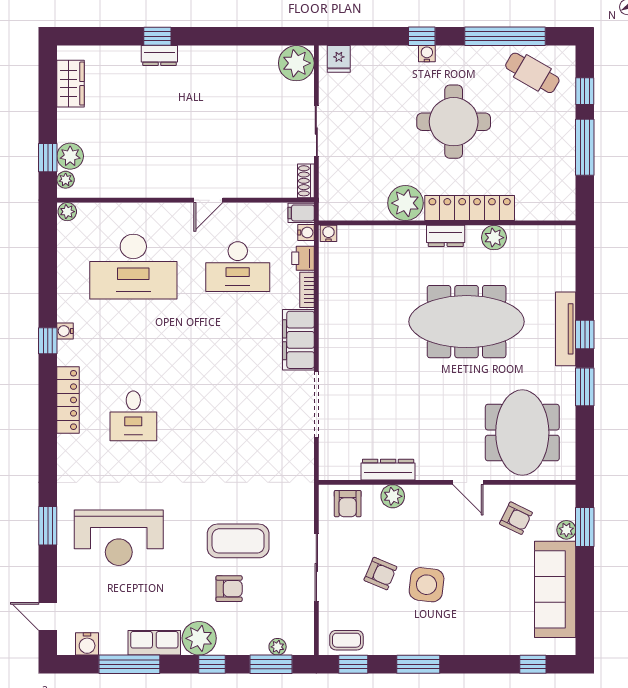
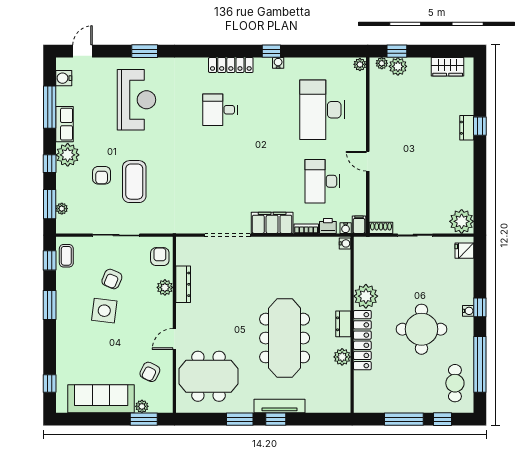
cafe table: (532, 73) -> (455, 383), turned -30
armchair: (348, 504) -> (160, 257), turned 90
reception desk: (119, 538) -> (137, 100), turned 180

